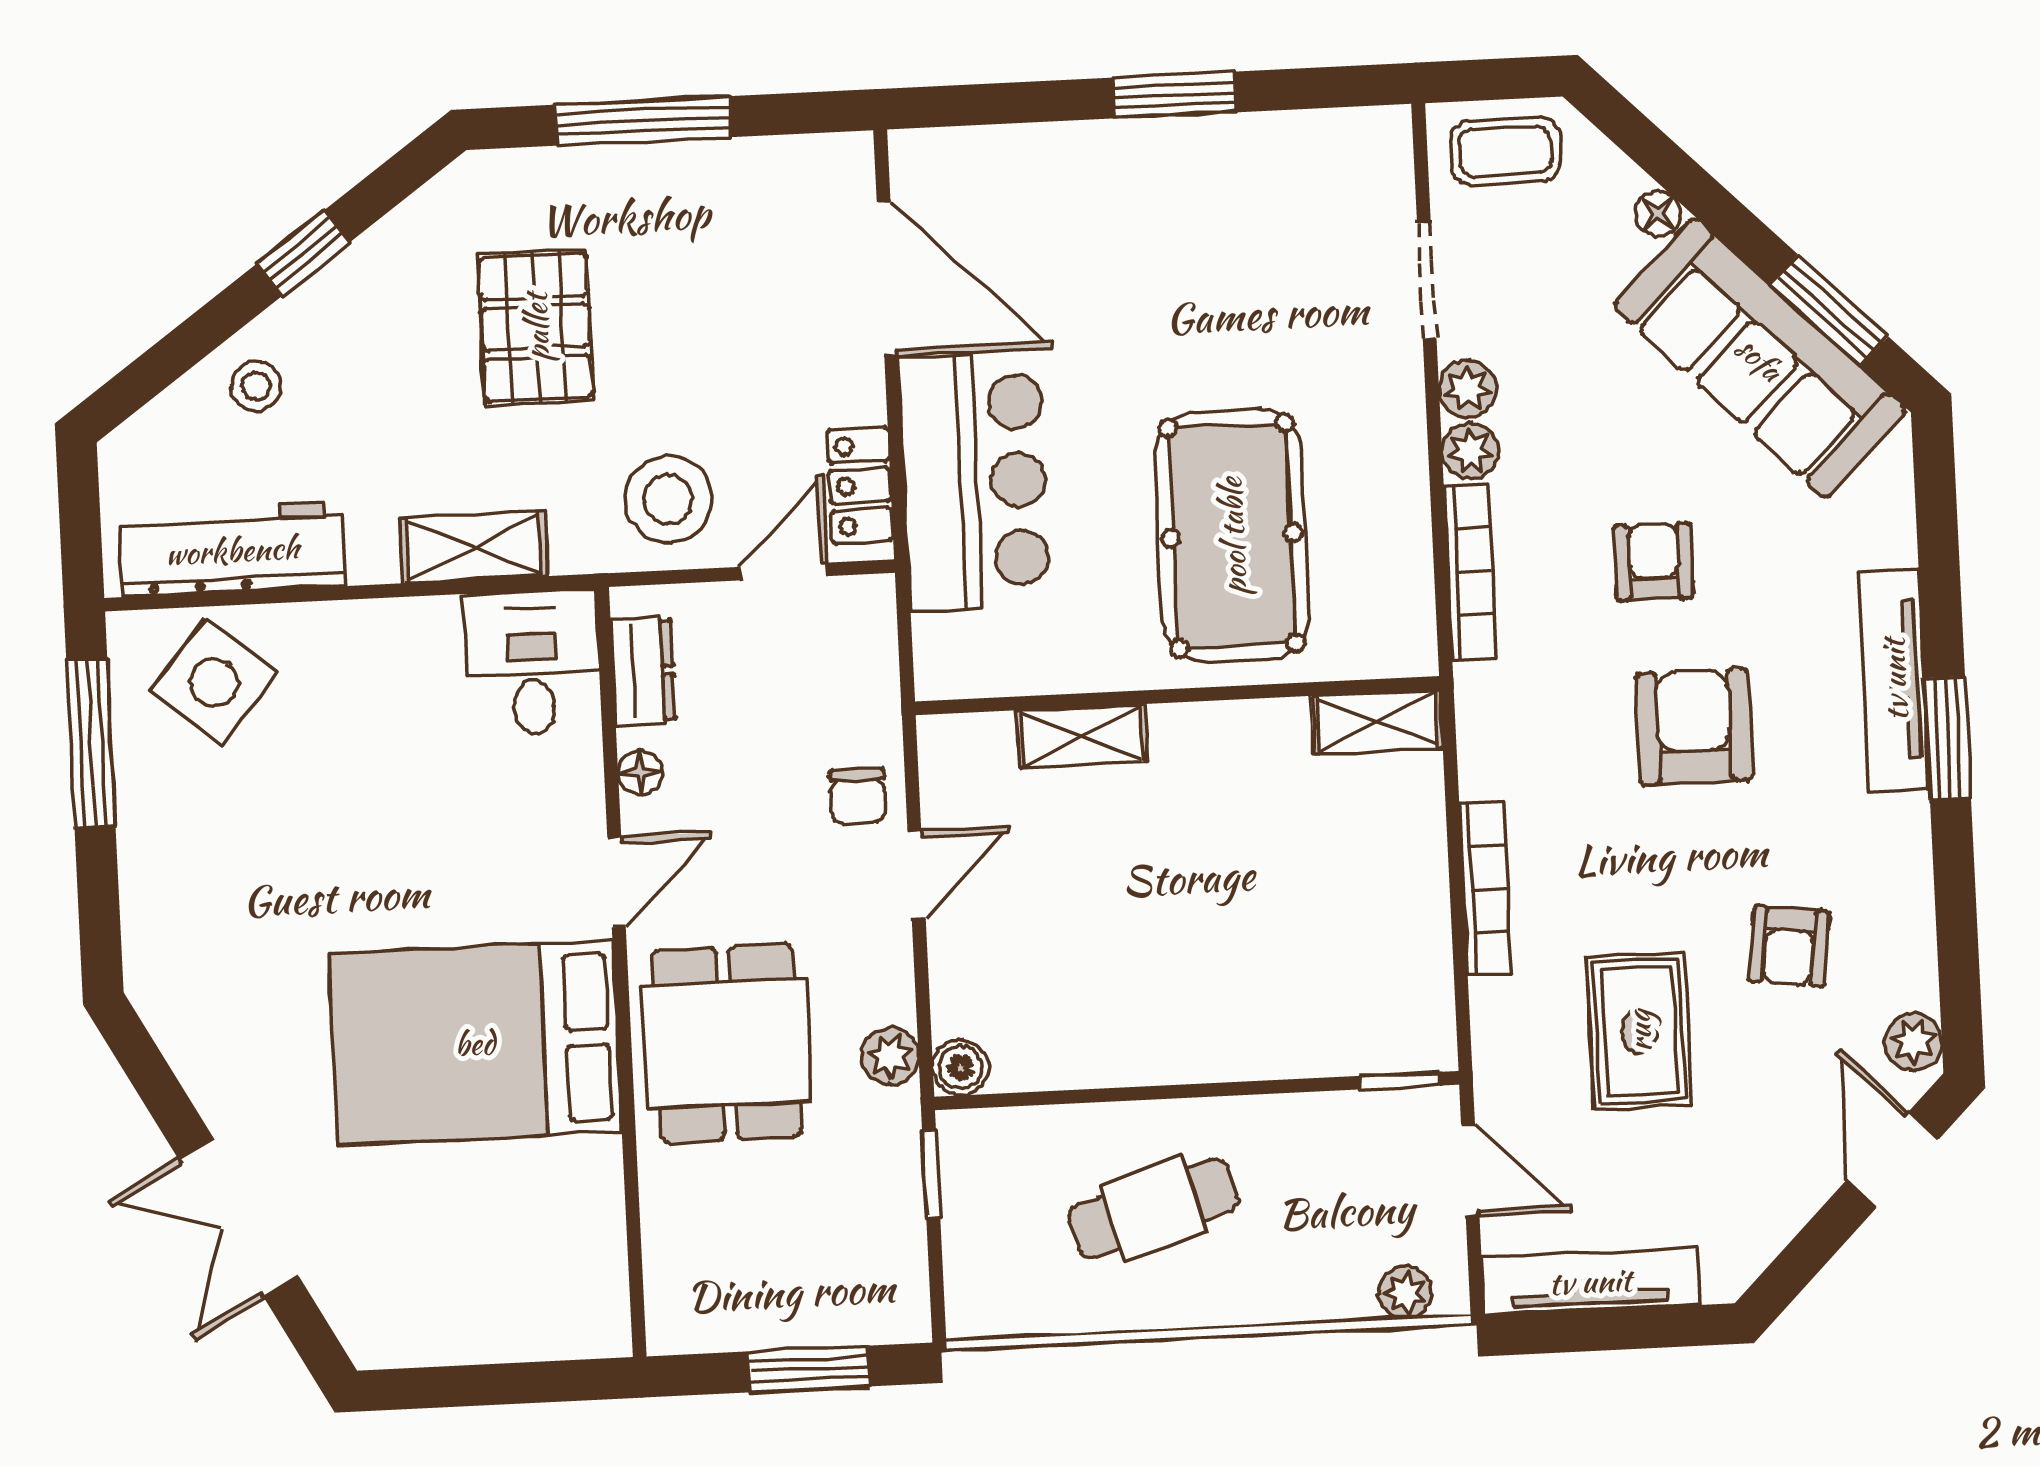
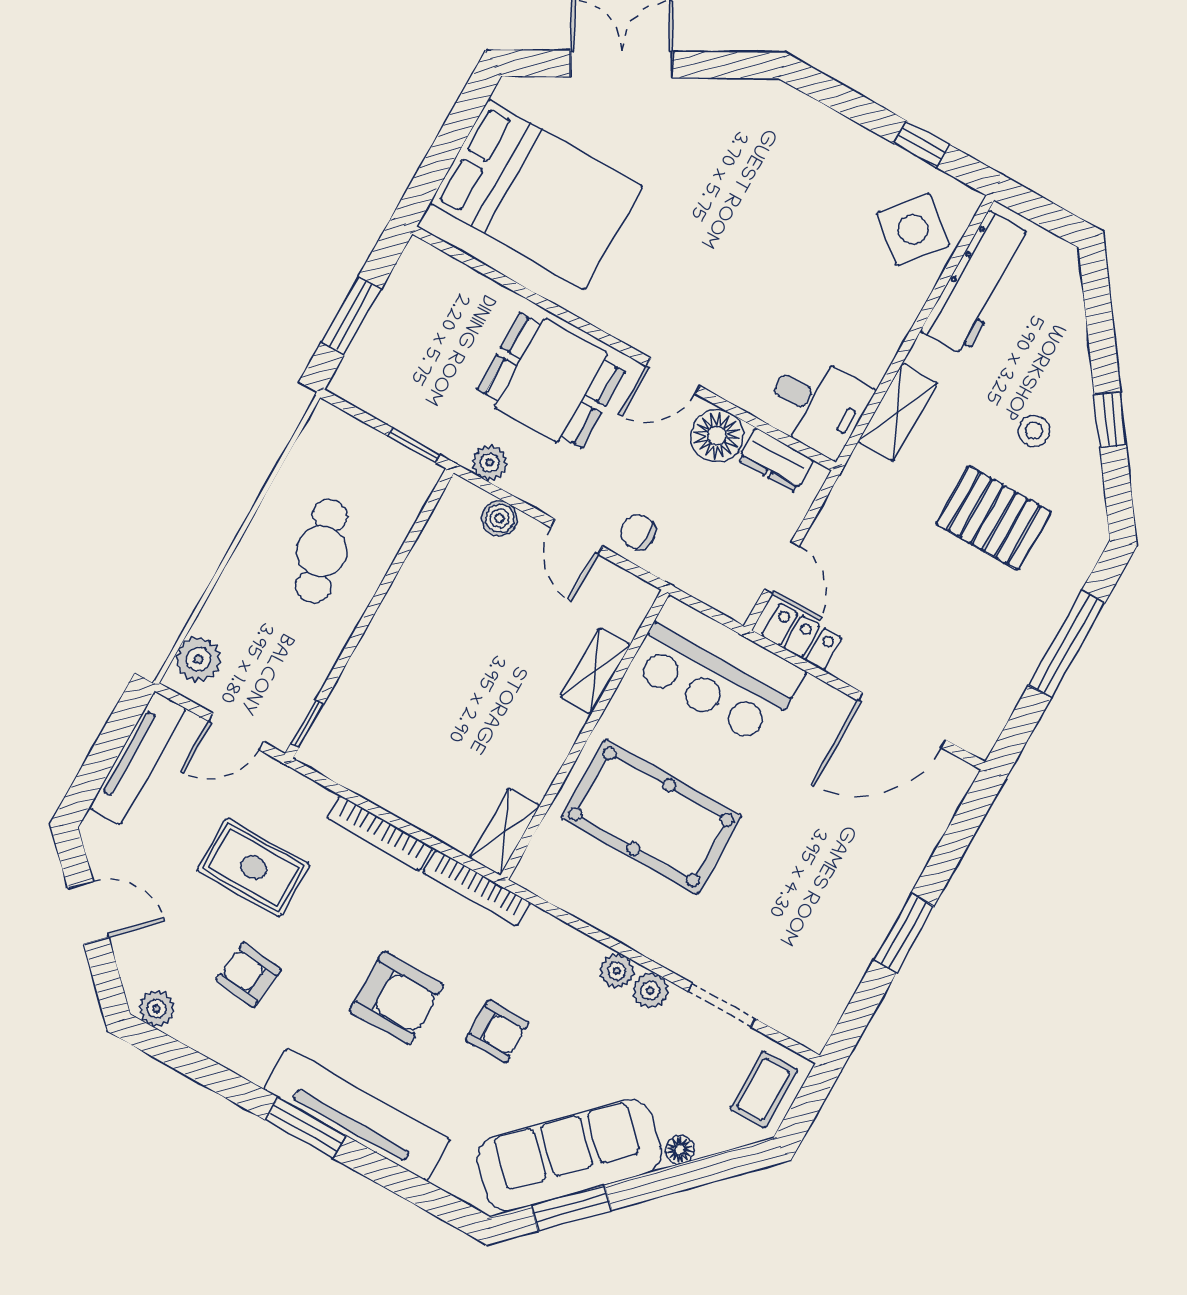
stool: (256, 386) -> (1034, 431), moved
bar counter: (975, 482) -> (717, 671), moved
stool: (668, 499) -> (858, 531), removed
bookcase: (1470, 571) -> (477, 888), moved
tv unit: (1894, 680) -> (357, 1115), width x1.36, depth x1.29
window: (91, 743) -> (922, 144), width x0.46
floor lamp: (640, 773) -> (717, 436), width x1.89, depth x1.89
door: (617, 882) -> (673, 376), hinge flipped
bed: (475, 1043) -> (536, 194), moved, turned 90
boiler: (961, 1067) -> (500, 518), moved
door: (1893, 1160) -> (88, 913), moved
plant: (1405, 1293) -> (198, 659), width x1.38, depth x1.38

